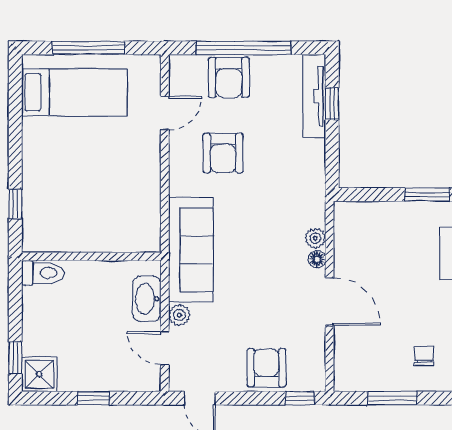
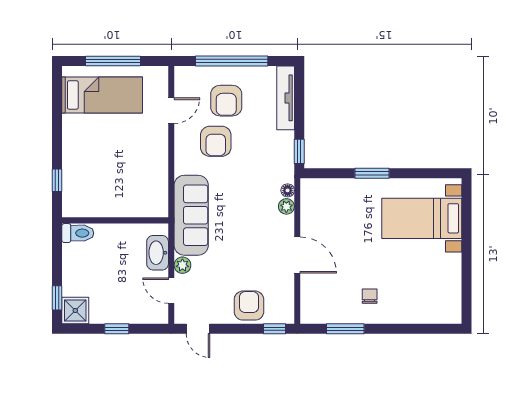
armchair: (229, 78) -> (226, 101), moved
window: (332, 104) -> (299, 151), moved
floor lamp: (317, 259) -> (288, 190), moved

